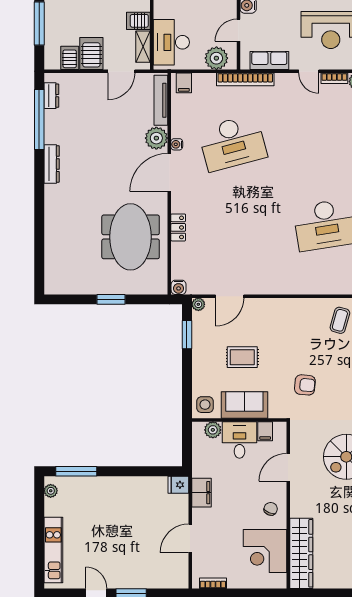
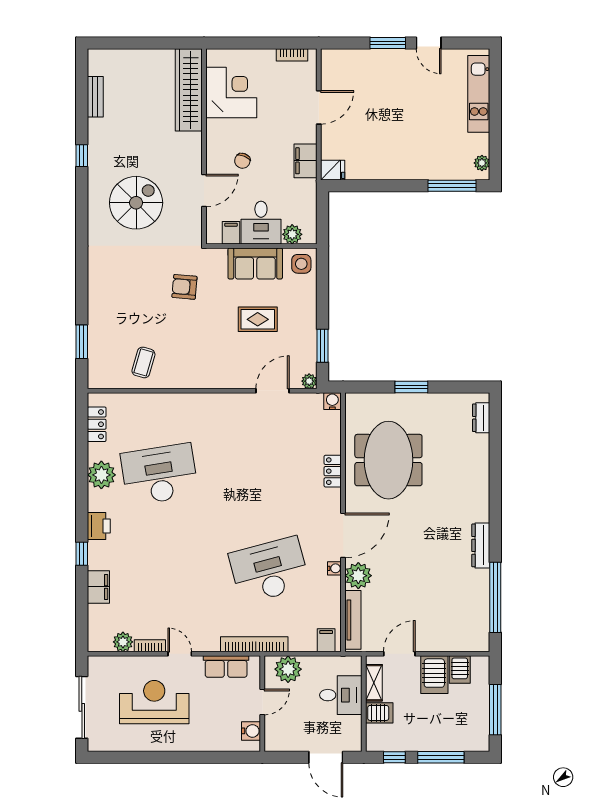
desk: (171, 42) -> (341, 695), width x0.73
dresser: (51, 96) -> (481, 418), moved
chair: (271, 509) -> (242, 161), moved

